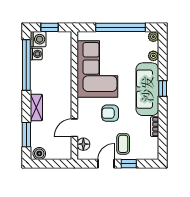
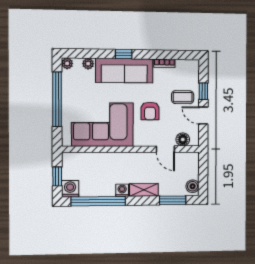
washing machine: (36, 54) -> (122, 190), moved

